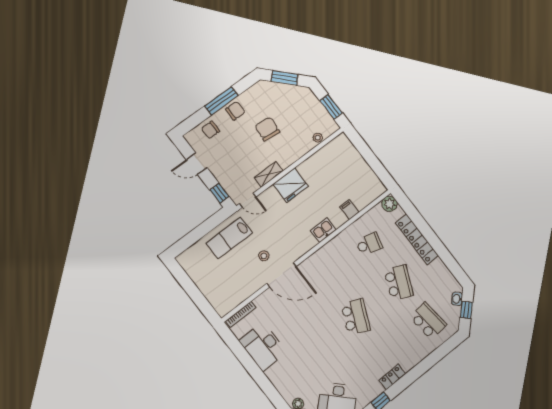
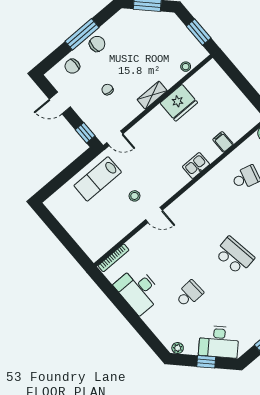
chair: (267, 129) -> (107, 90), moved, width x0.54, depth x0.54
shelving: (269, 174) -> (152, 95), moved
fridge: (291, 185) -> (179, 103), moved
door: (281, 275) -> (154, 215), width x0.53
school desk: (356, 317) -> (234, 256), turned -33
school desk: (312, 352) -> (189, 294), added

